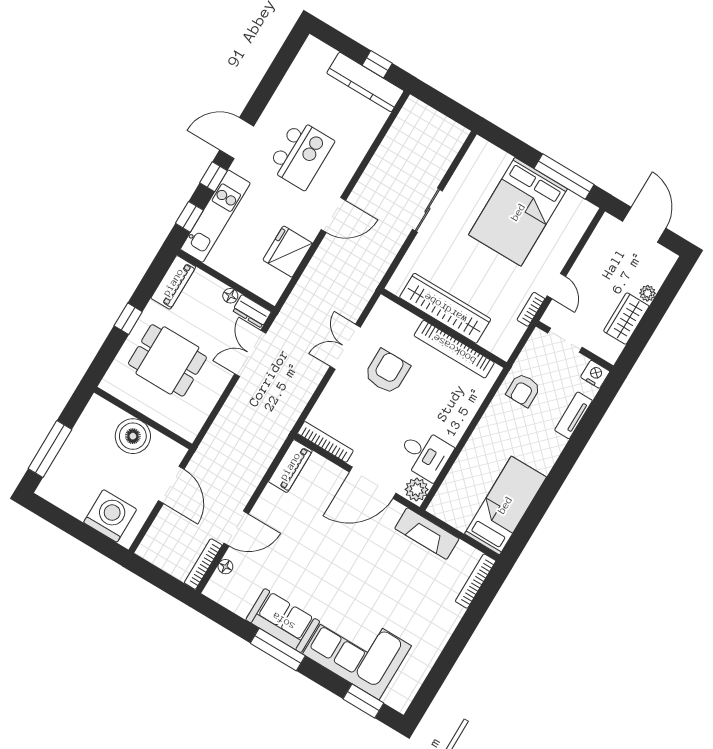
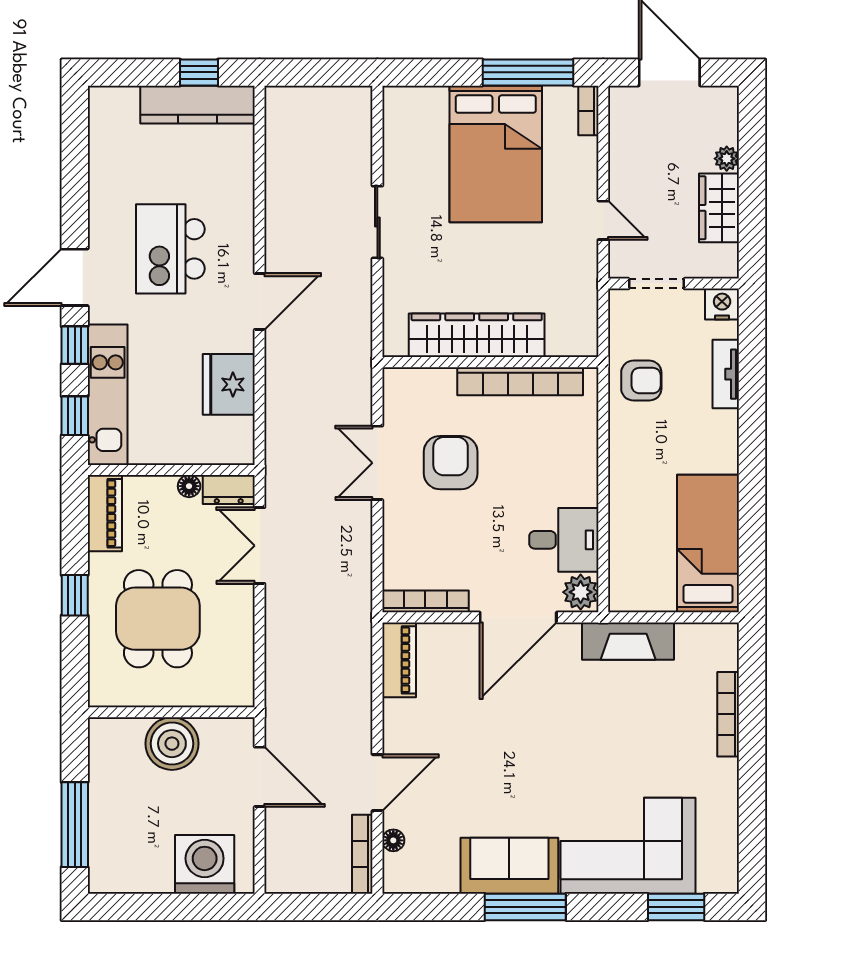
kitchen island: (301, 155) -> (170, 249), turned 180
bookcase: (531, 309) -> (588, 111), moved
dining table: (167, 360) -> (158, 619), turned 90
armchair: (523, 390) -> (641, 381), turned -90
bookcase: (476, 581) -> (728, 714), moved

